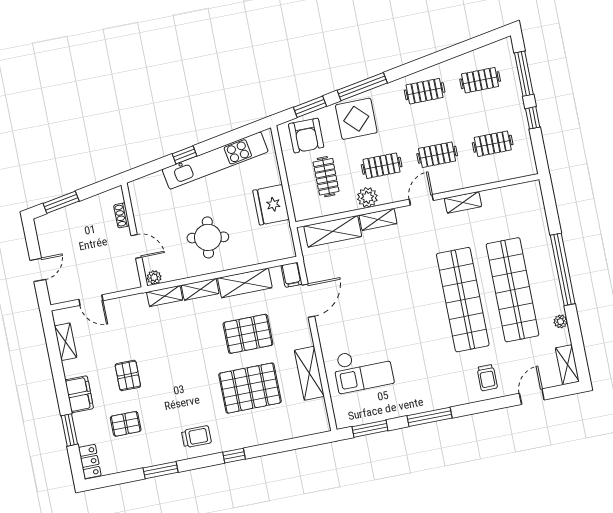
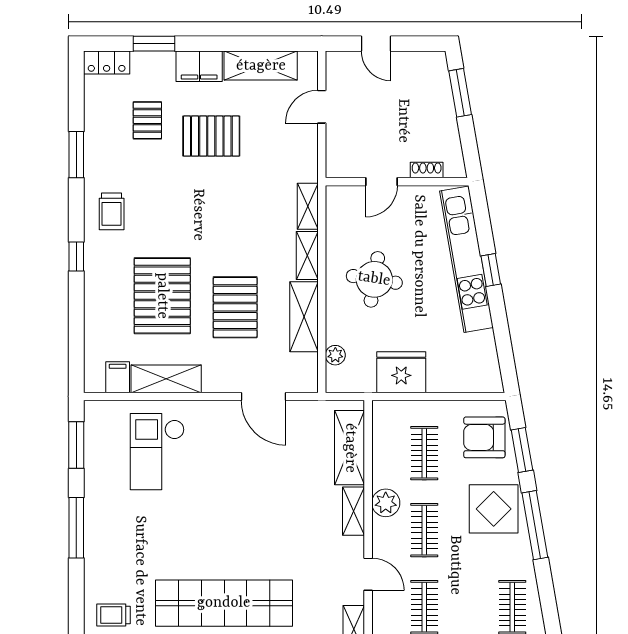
kitchen unit: (215, 161) -> (466, 259), moved
clothes rail: (326, 177) -> (424, 453), turned 90
filing cabinet: (292, 275) -> (118, 377), moved, turned 90
plant: (154, 277) -> (335, 355), moved
shelving: (66, 342) -> (261, 66), width x1.50, depth x1.33
pallet: (128, 375) -> (211, 136), width x1.50, depth x1.42

